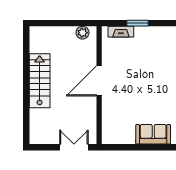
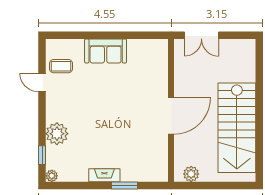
fireplace: (121, 32) -> (104, 175), moved
stairs: (40, 81) -> (237, 128), width x1.36, depth x1.51

